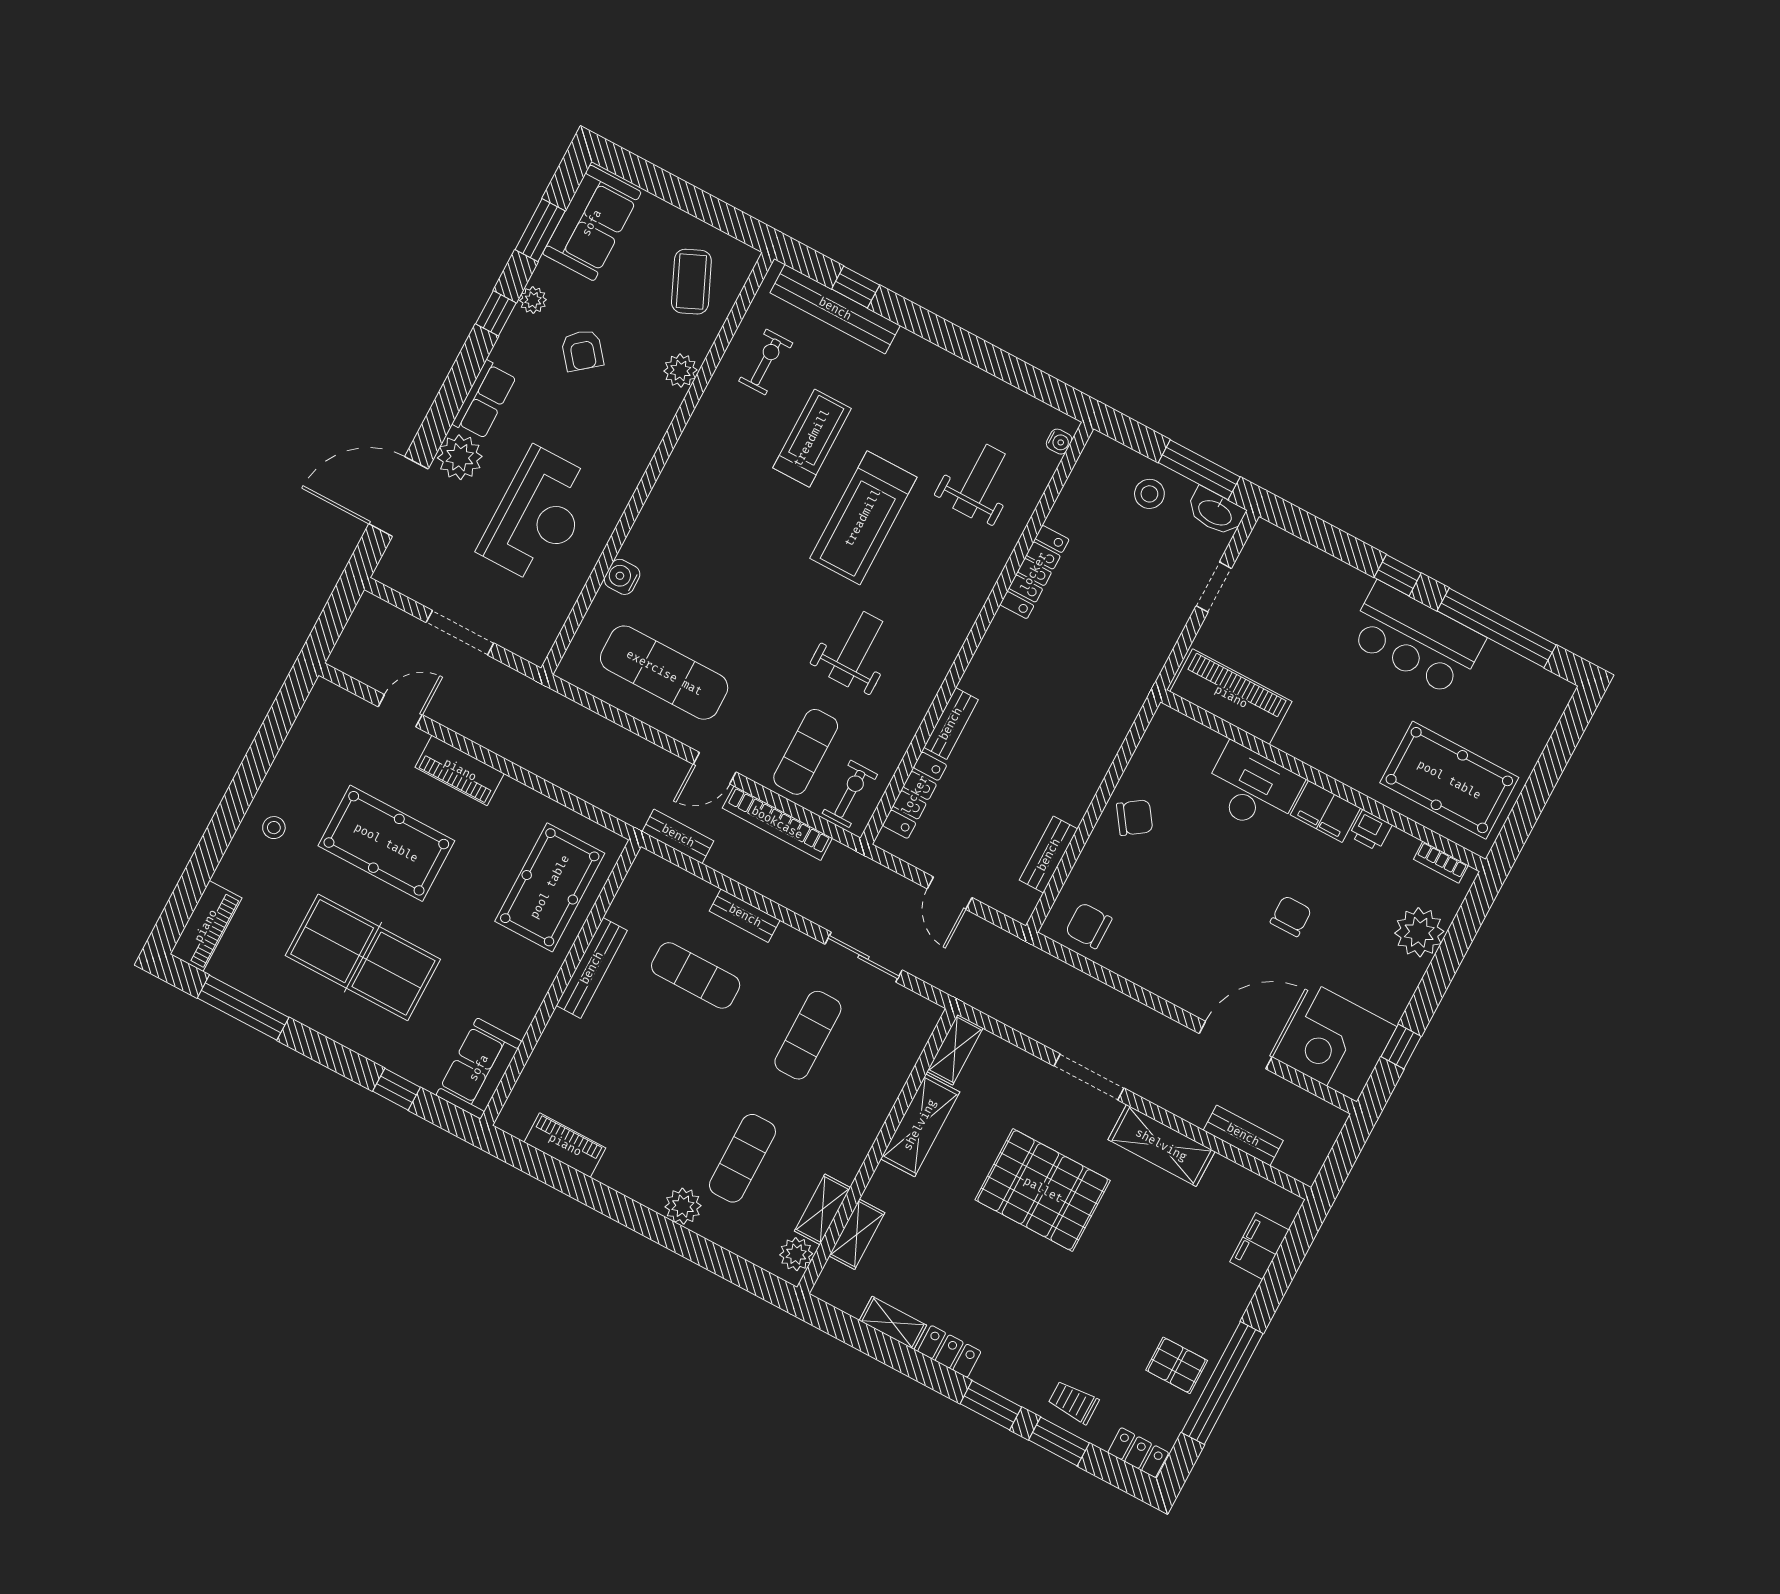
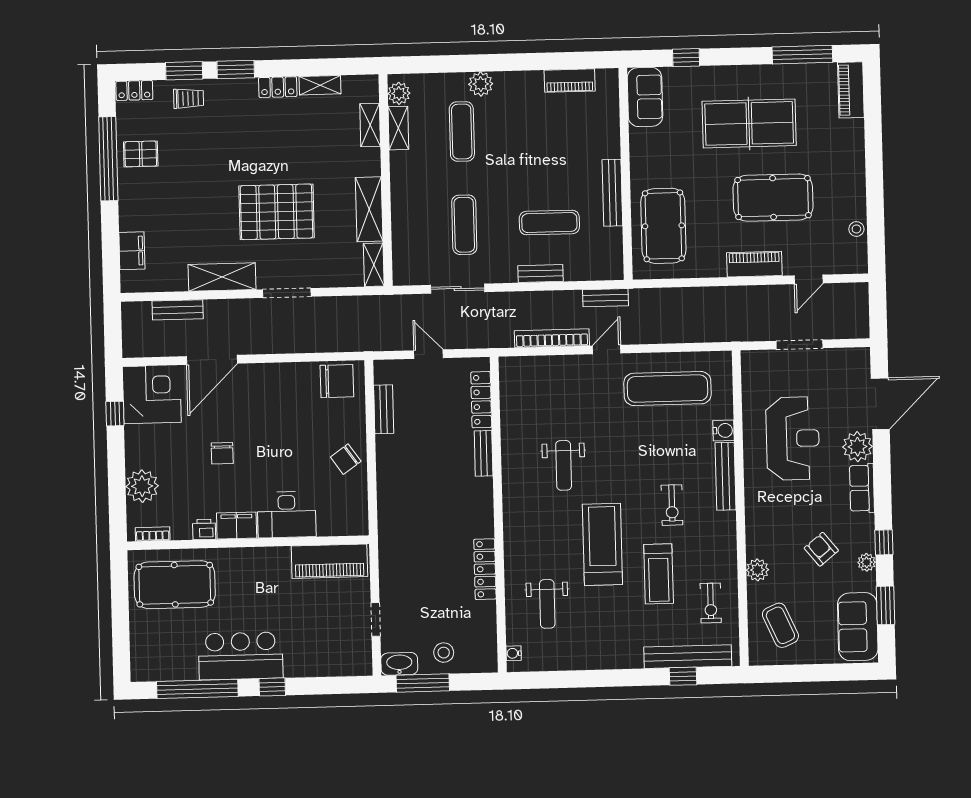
reception desk: (538, 516) -> (793, 438), turned 180
bench: (653, 516) -> (726, 476), added
exercise mat: (806, 752) -> (559, 389), removed
exercise bike: (850, 794) -> (672, 505), moved
stool: (274, 828) -> (856, 229), moved
chair: (1089, 926) -> (337, 381), width x1.37, depth x1.37

